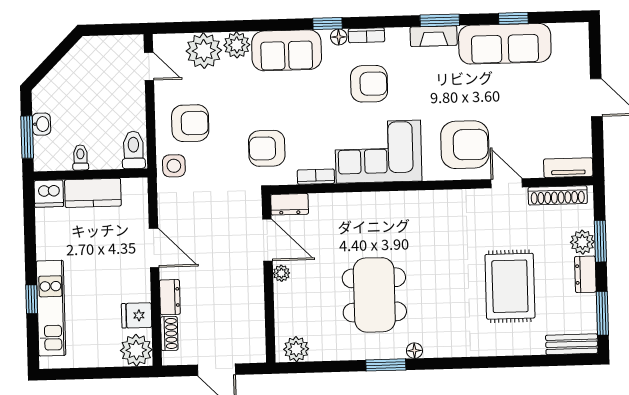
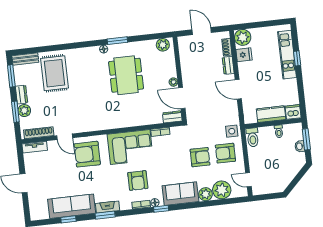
armchair: (369, 84) -> (138, 180), turned -90
armchair: (267, 148) -> (200, 157), moved
rug: (510, 286) -> (54, 73), moved

